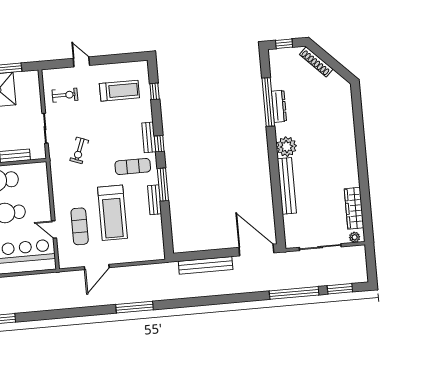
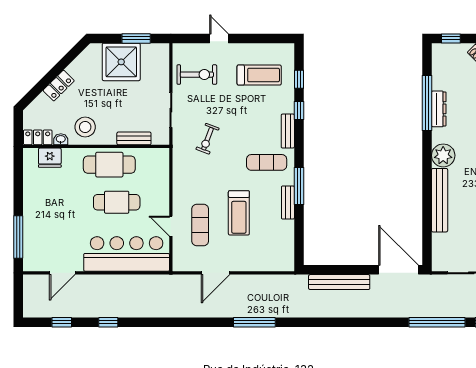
exercise bike: (65, 95) -> (197, 75), width x1.38, depth x1.39
window: (159, 144) -> (299, 111), moved
treadmill: (112, 213) -> (239, 213), width x0.73, depth x0.73

